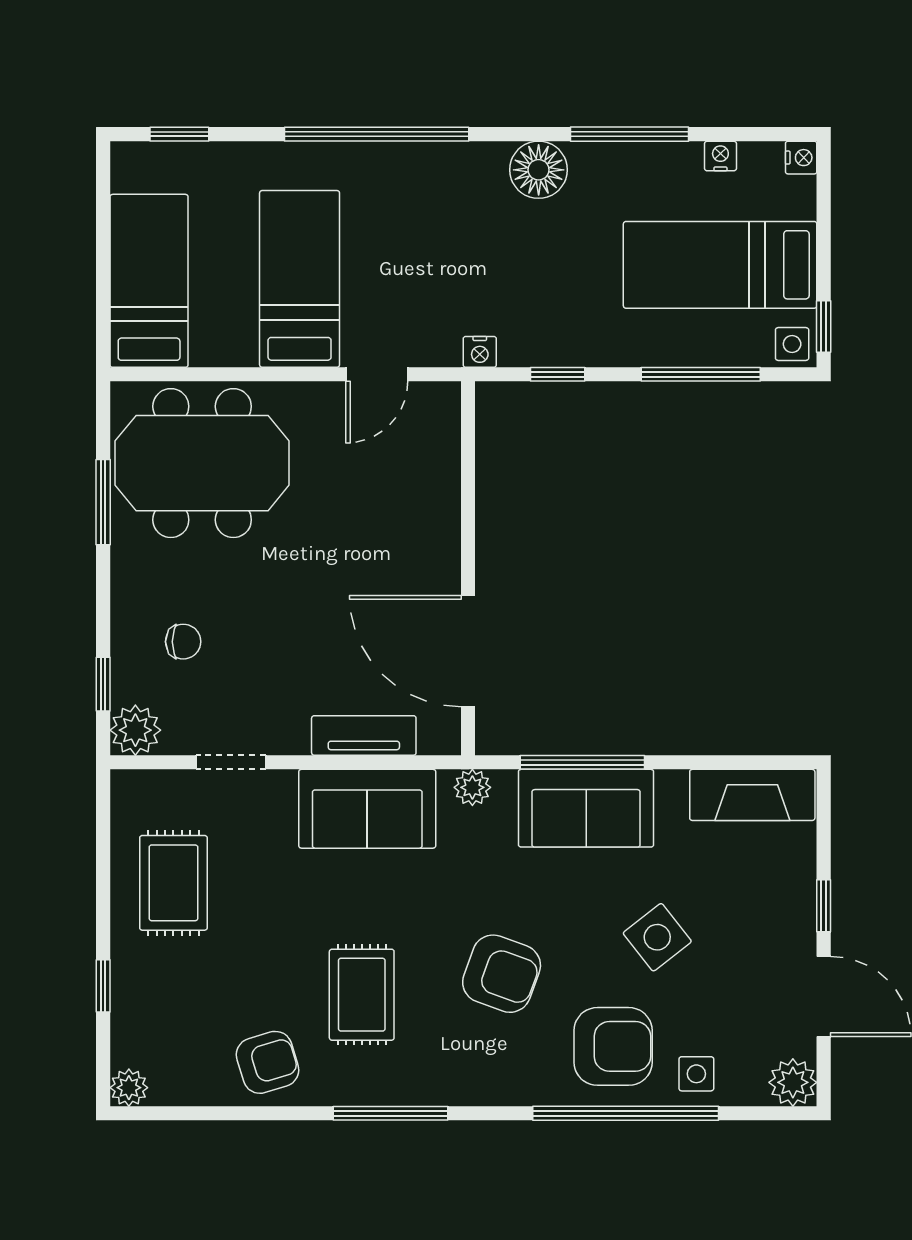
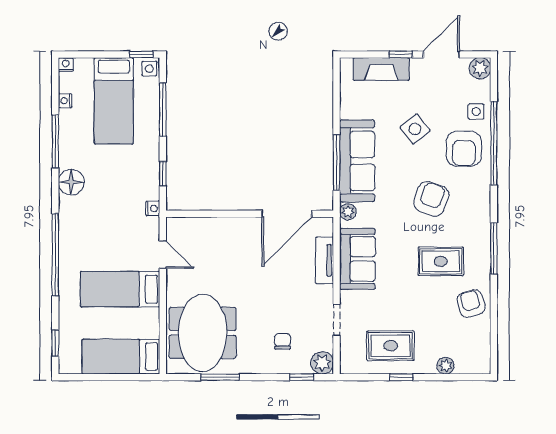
fireplace: (752, 795) -> (381, 69), moved, turned 90
sofa: (586, 808) -> (357, 161), width x1.36
window: (103, 986) -> (401, 377), moved
armchair: (613, 1046) -> (464, 149), turned 180
plant: (129, 1088) -> (446, 366), moved

